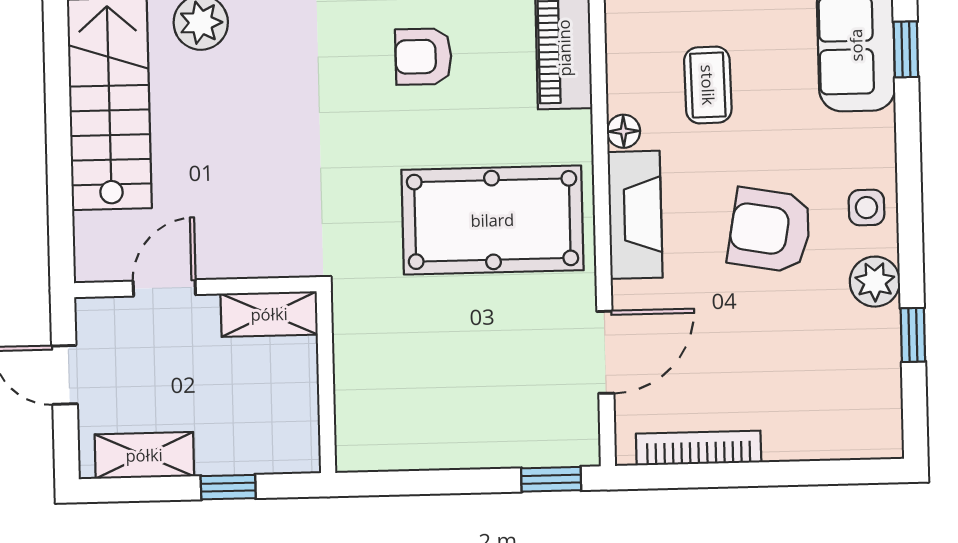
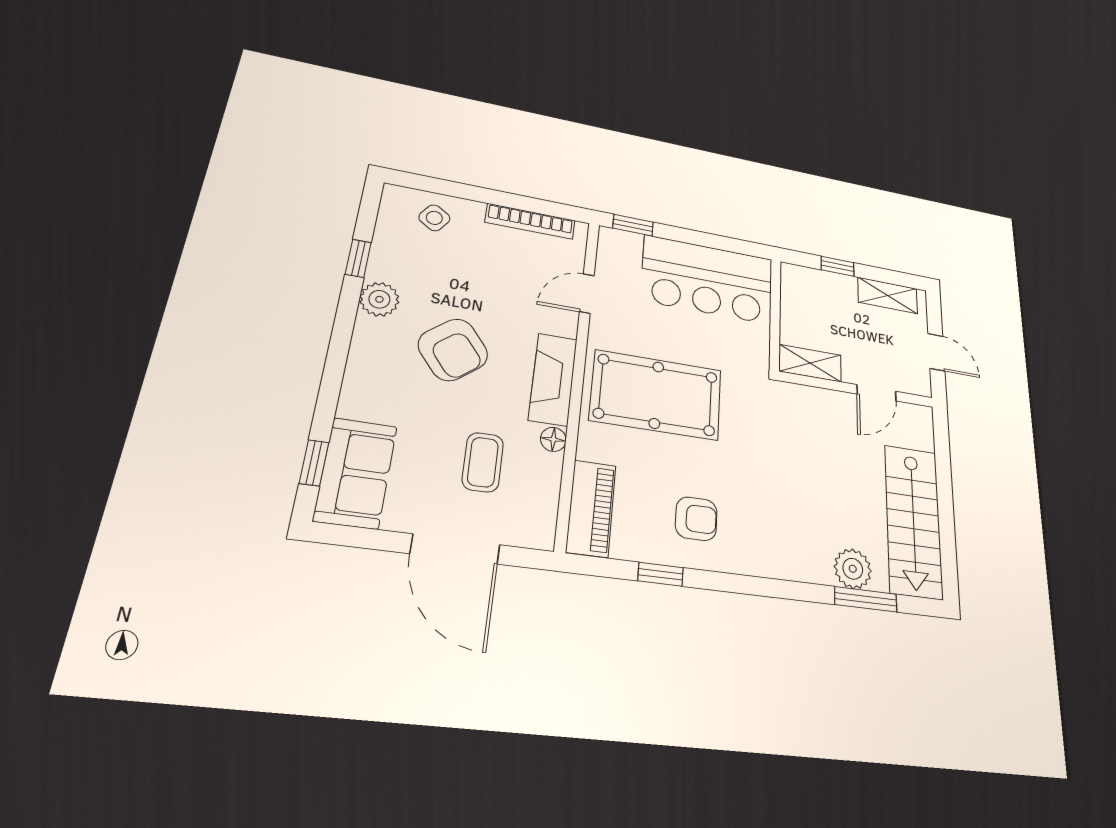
side table: (866, 208) -> (434, 218), moved, turned 34
armchair: (770, 230) -> (453, 350), turned 41
door: (605, 352) -> (587, 294), width x0.73
bar counter: (432, 416) -> (708, 280), added

